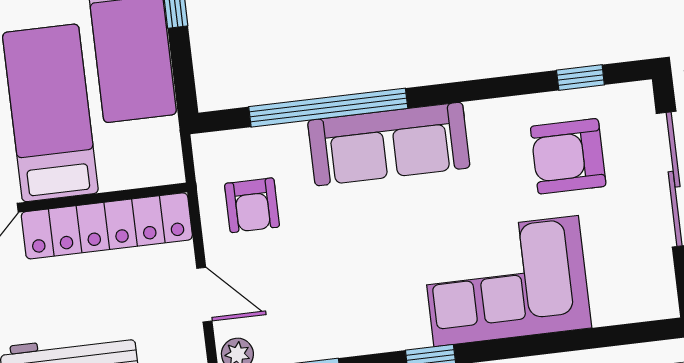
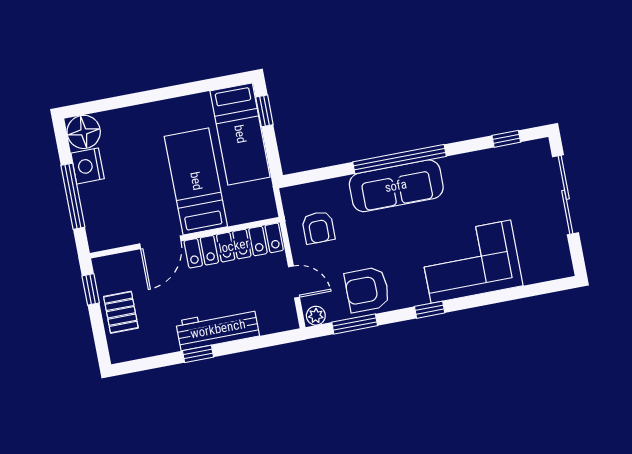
window: (328, 108) -> (400, 159), moved
armchair: (568, 156) -> (367, 290), moved

